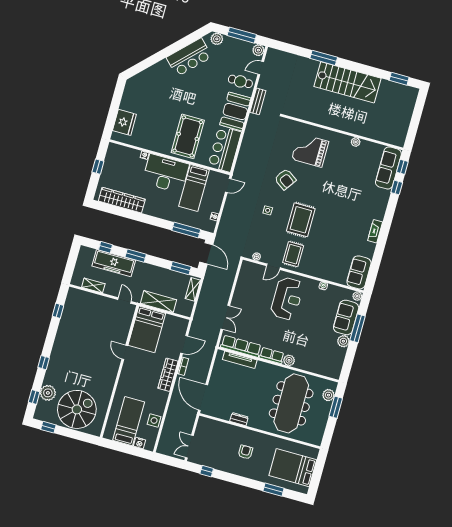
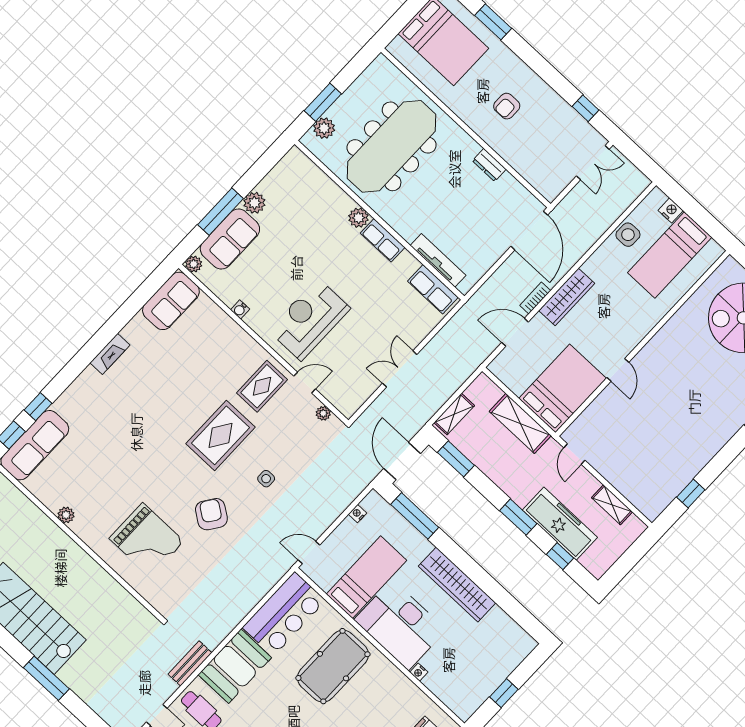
wardrobe: (122, 200) -> (457, 584), moved
double door: (225, 317) -> (400, 369), moved
row of seats: (241, 346) -> (433, 289), width x0.68

